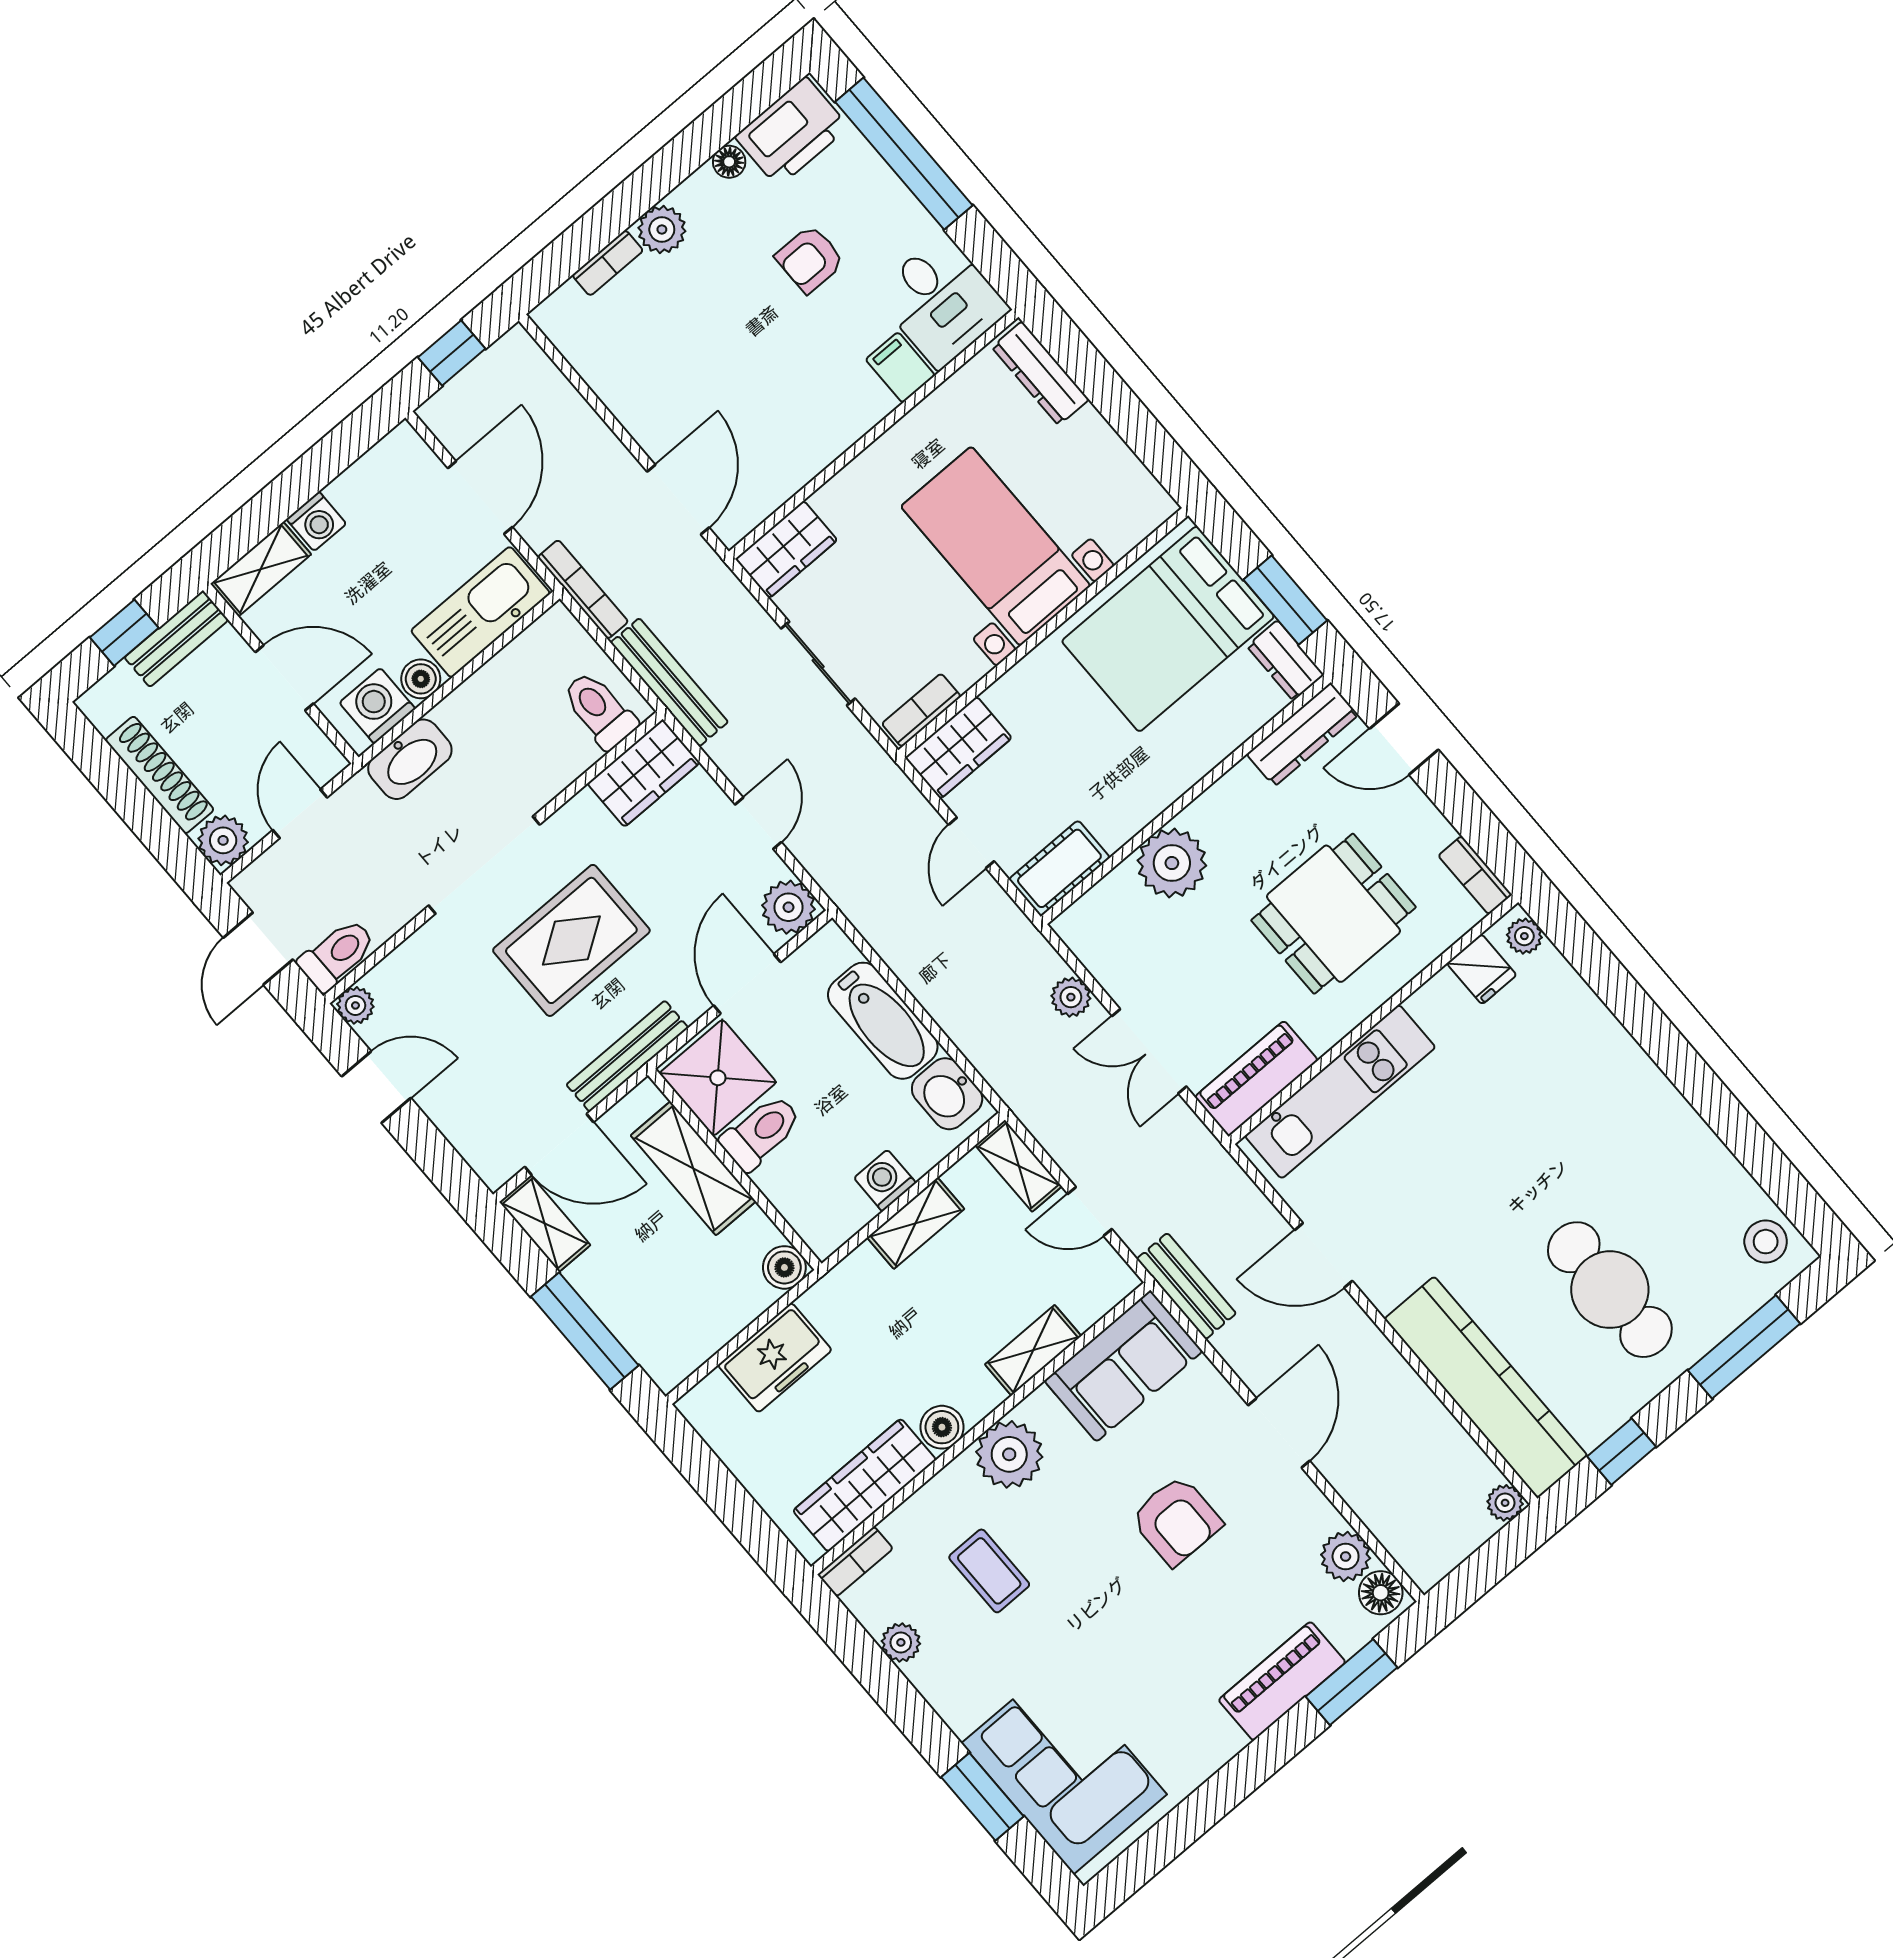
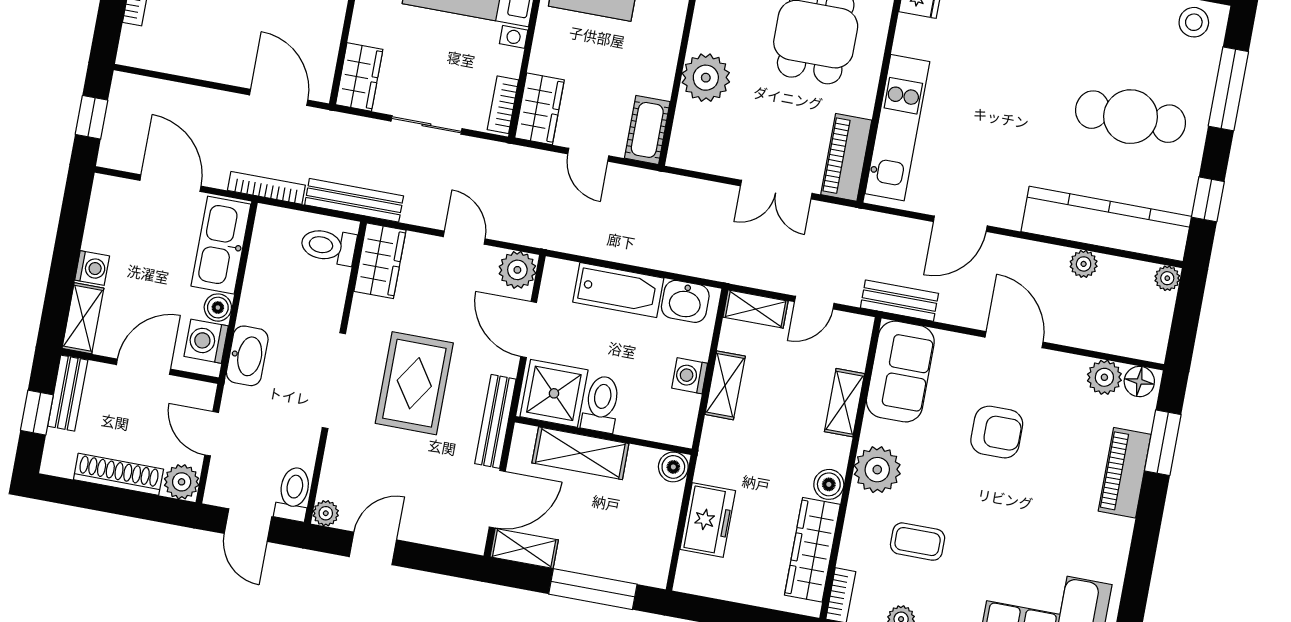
plant: (1071, 997) -> (1084, 264), moved

